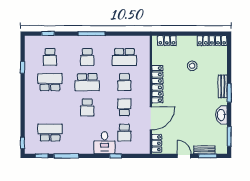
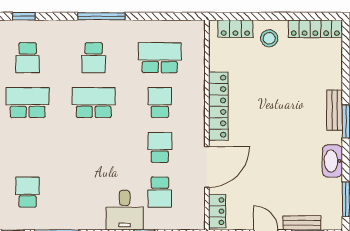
school desk: (124, 57) -> (160, 58), turned 180
stool: (192, 66) -> (269, 38), moved
school desk: (87, 82) -> (94, 103), turned 180
school desk: (124, 82) -> (160, 103), turned 180
school desk: (87, 107) -> (94, 147), removed
school desk: (50, 133) -> (28, 192), width x0.54

